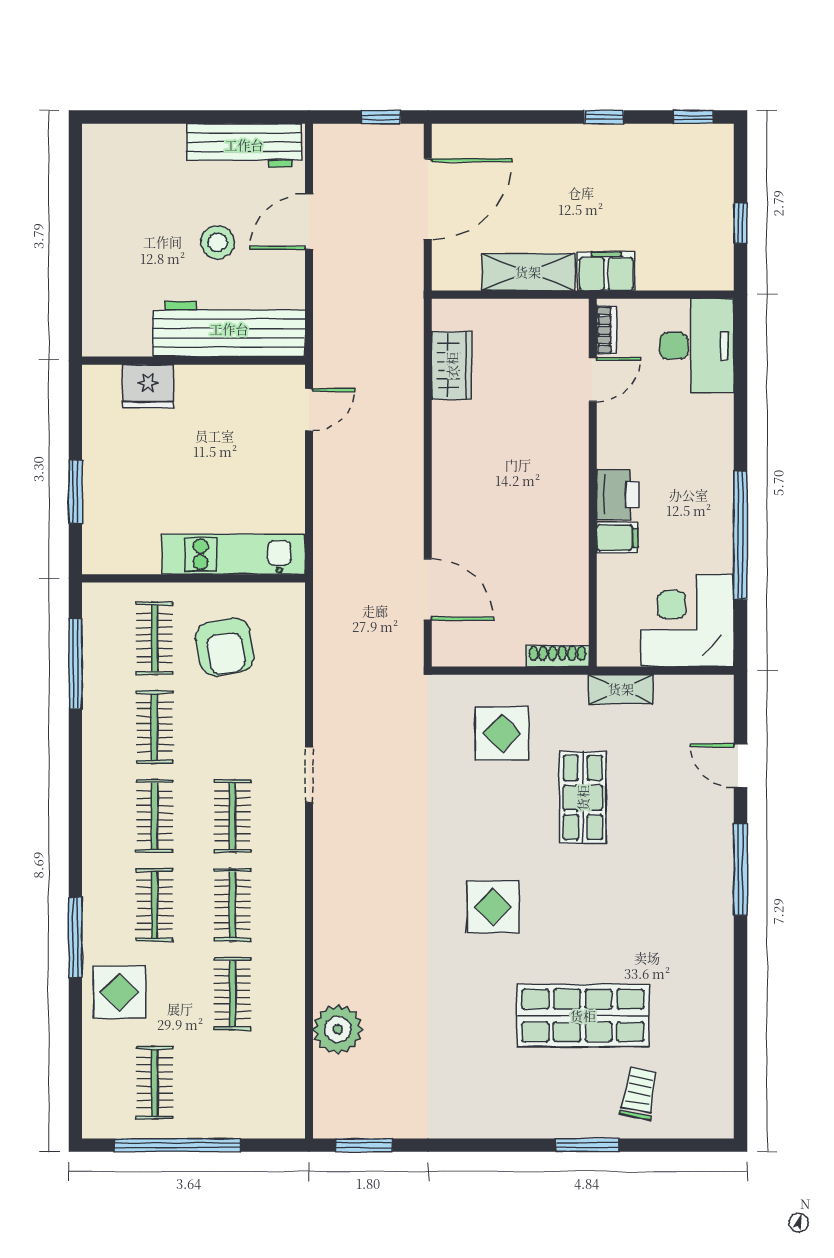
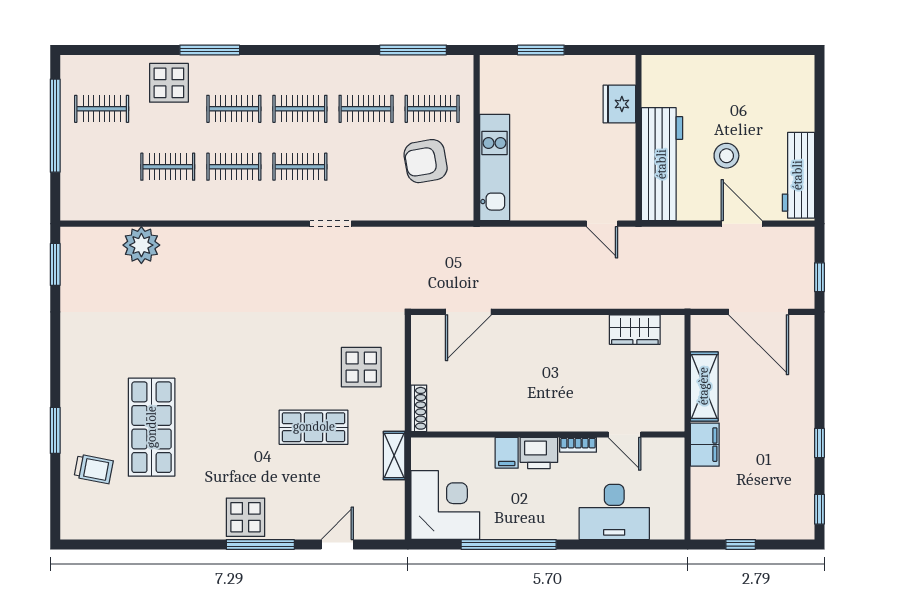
bookcase: (607, 330) -> (578, 445), moved
desk: (697, 346) -> (614, 512), moved
display table: (493, 907) -> (245, 517), moved

